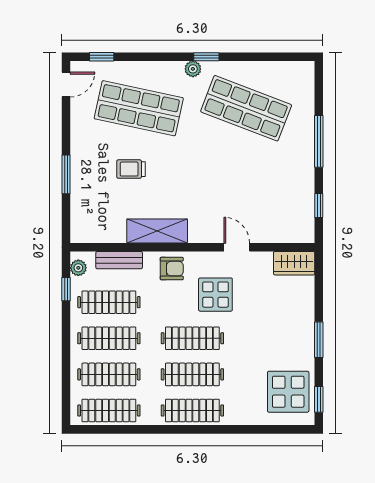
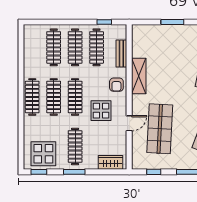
trolley: (131, 169) -> (175, 61), removed
shop shelf: (246, 196) -> (160, 129), added
wardrobe: (294, 263) -> (110, 162), moved, turned 90
plant: (78, 268) -> (117, 29), removed
clothes rail: (109, 410) -> (75, 146), moved

